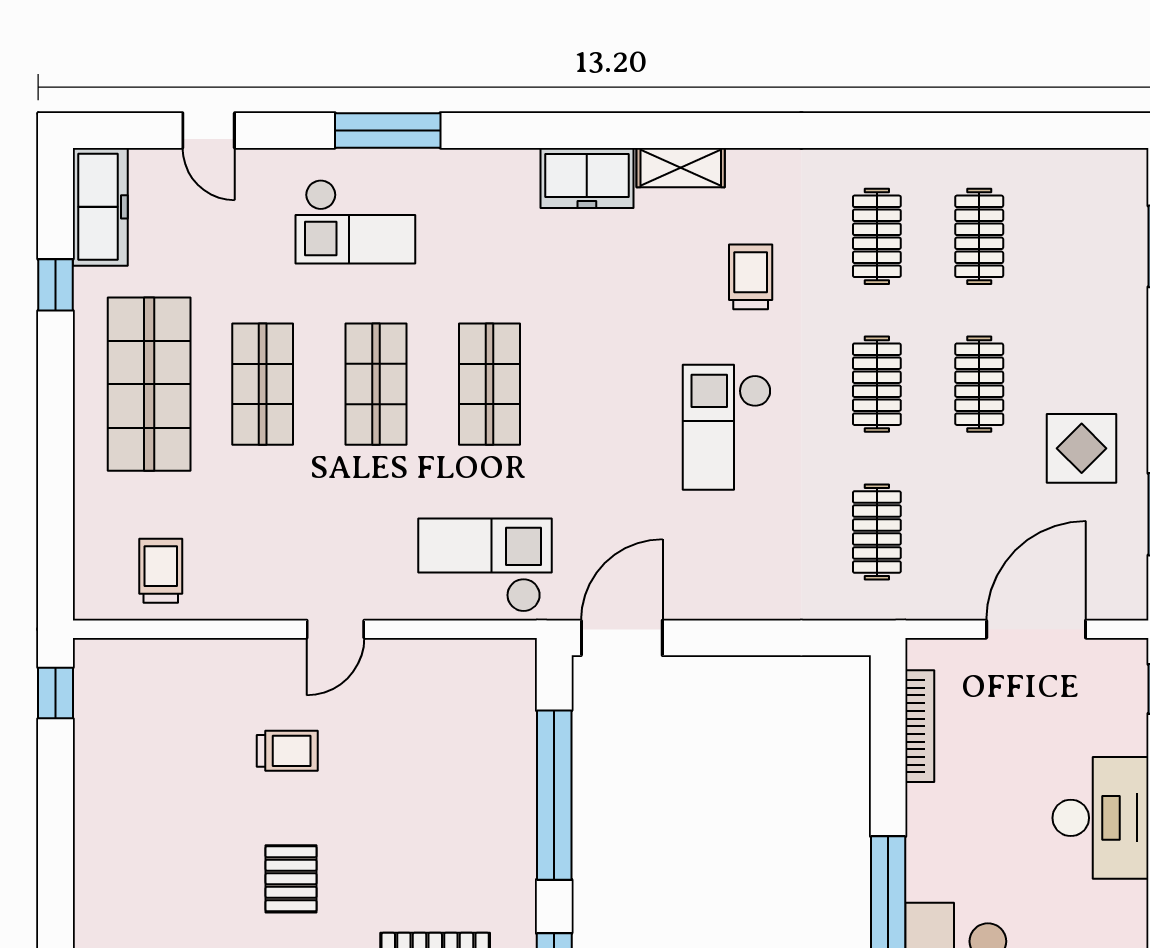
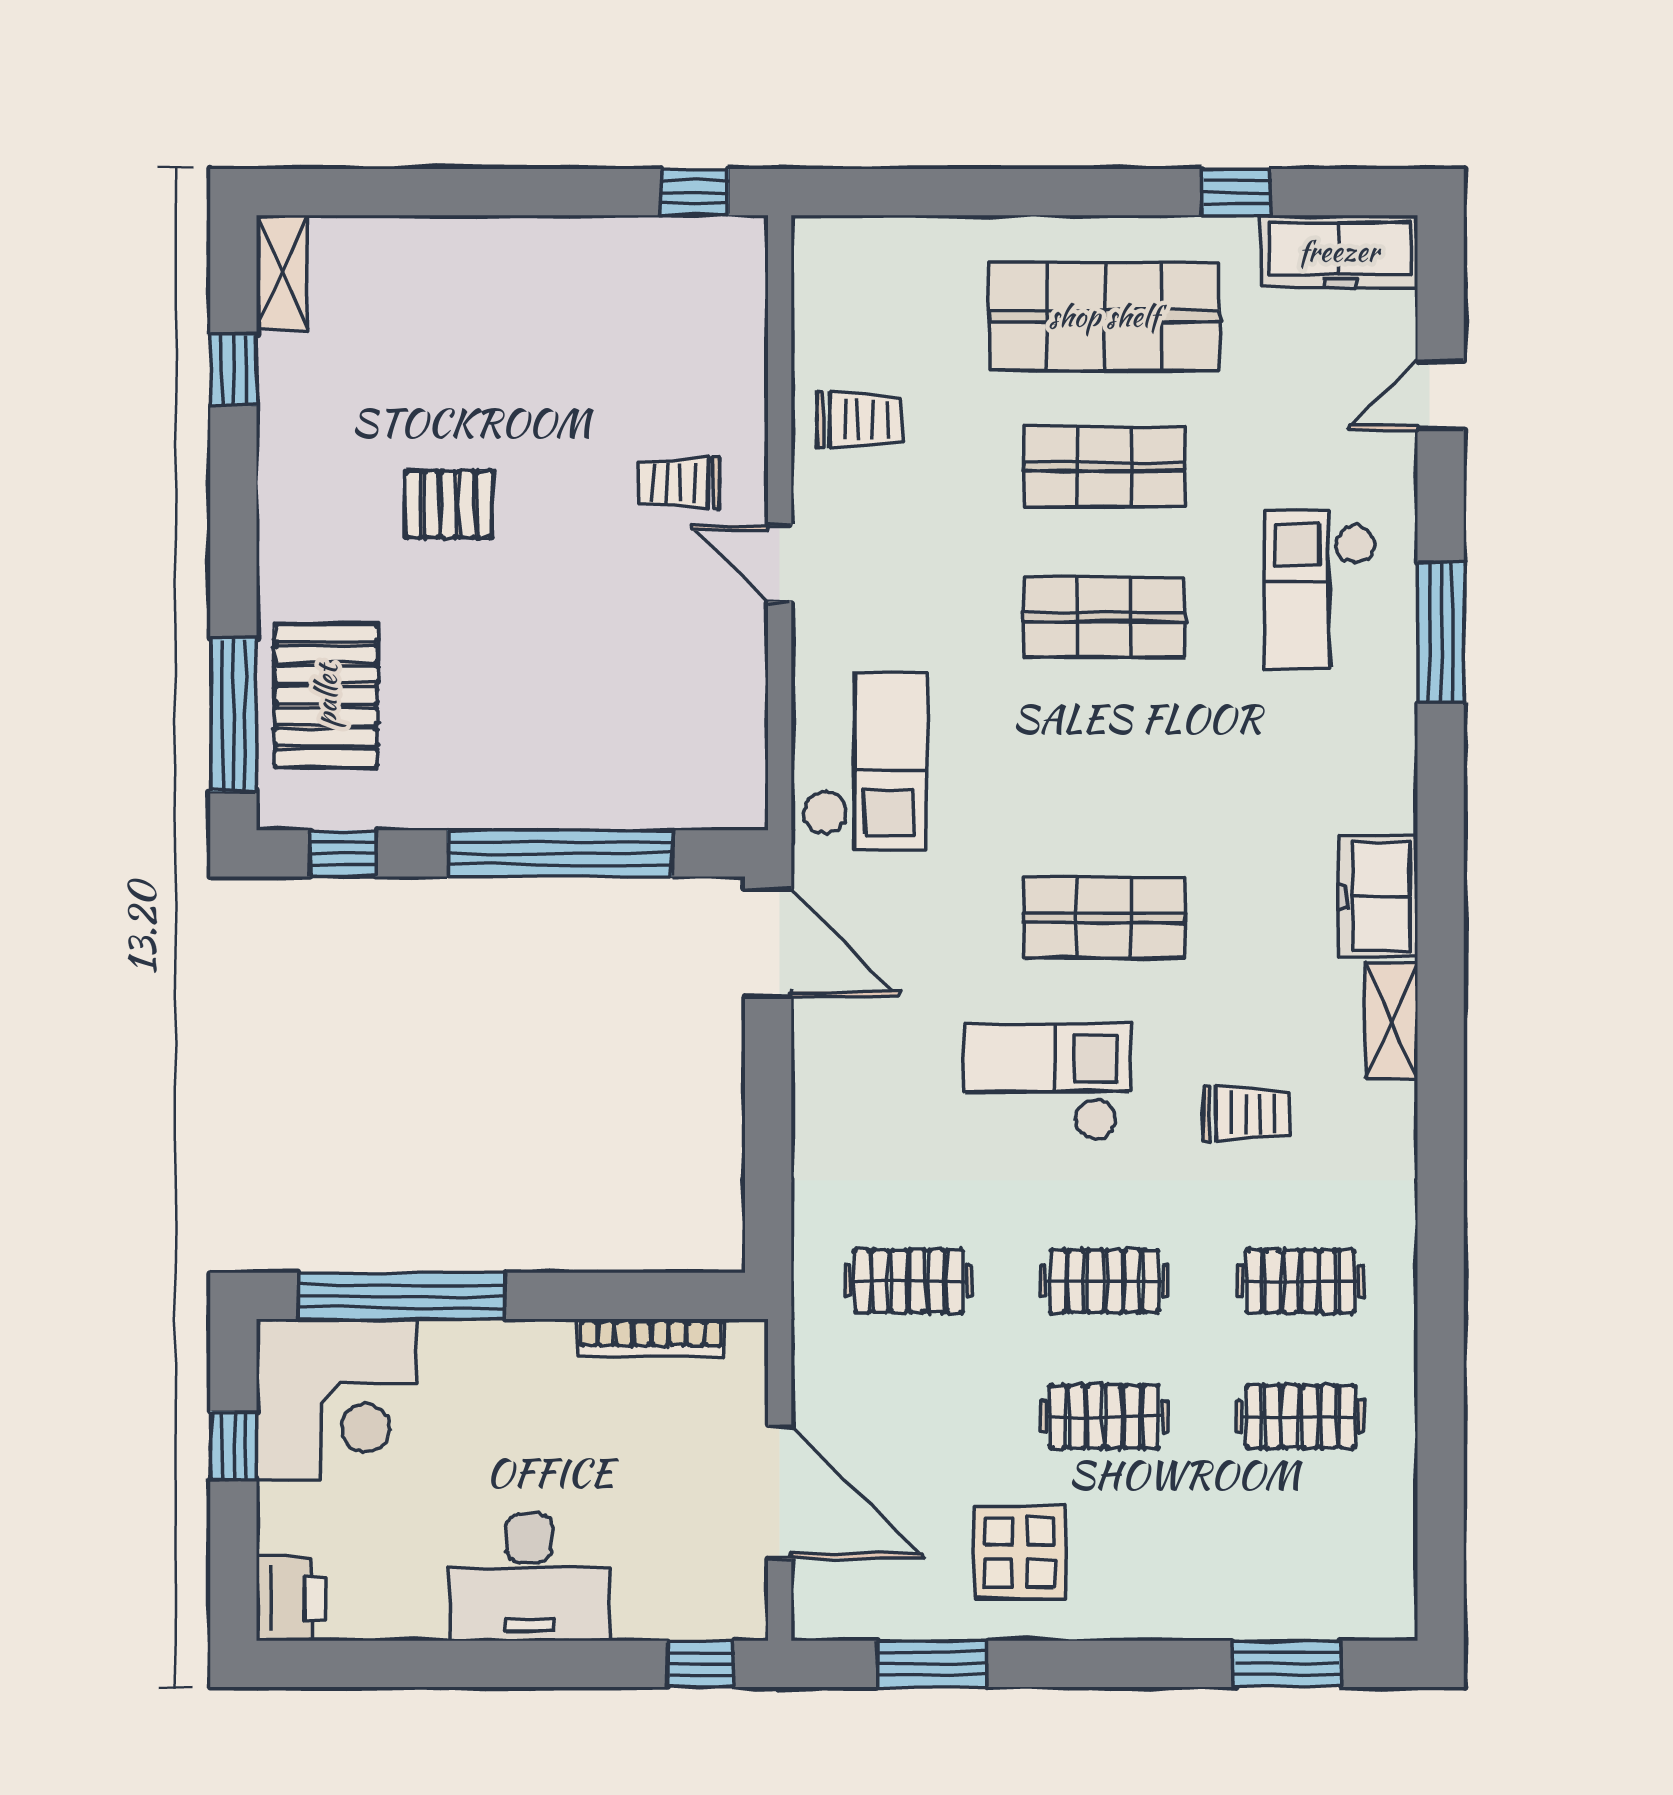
shop shelf: (489, 384) -> (1104, 918), moved
trolley: (161, 571) -> (860, 419), moved
trolley: (287, 751) -> (679, 483), moved, turned 90

